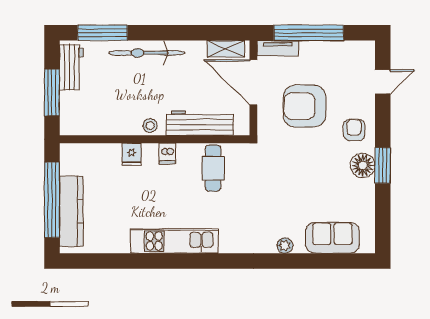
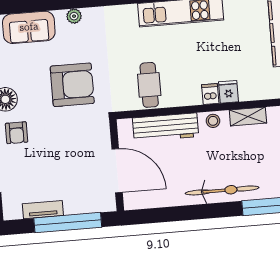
tv unit: (278, 48) -> (43, 210), moved
shelving: (226, 49) -> (248, 117), moved
armchair: (305, 106) -> (72, 85), moved
dishwasher: (167, 154) -> (210, 94), moved

